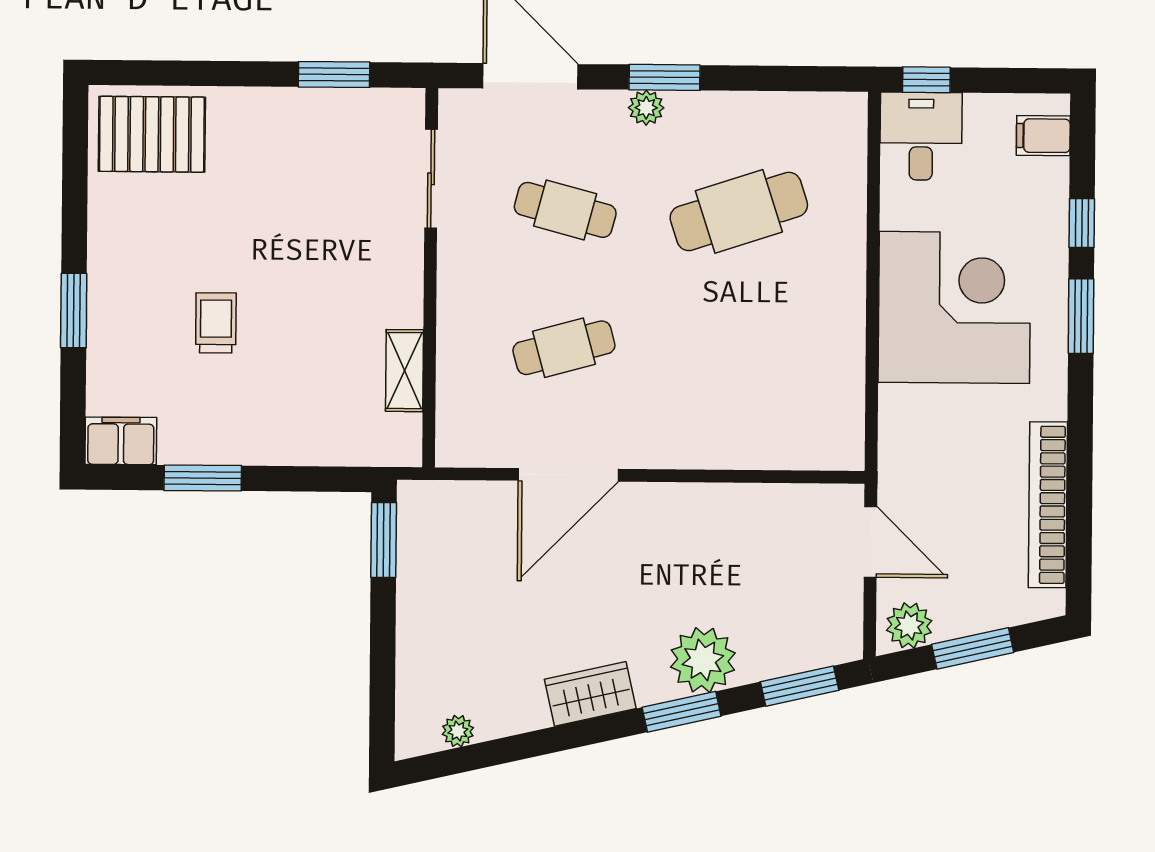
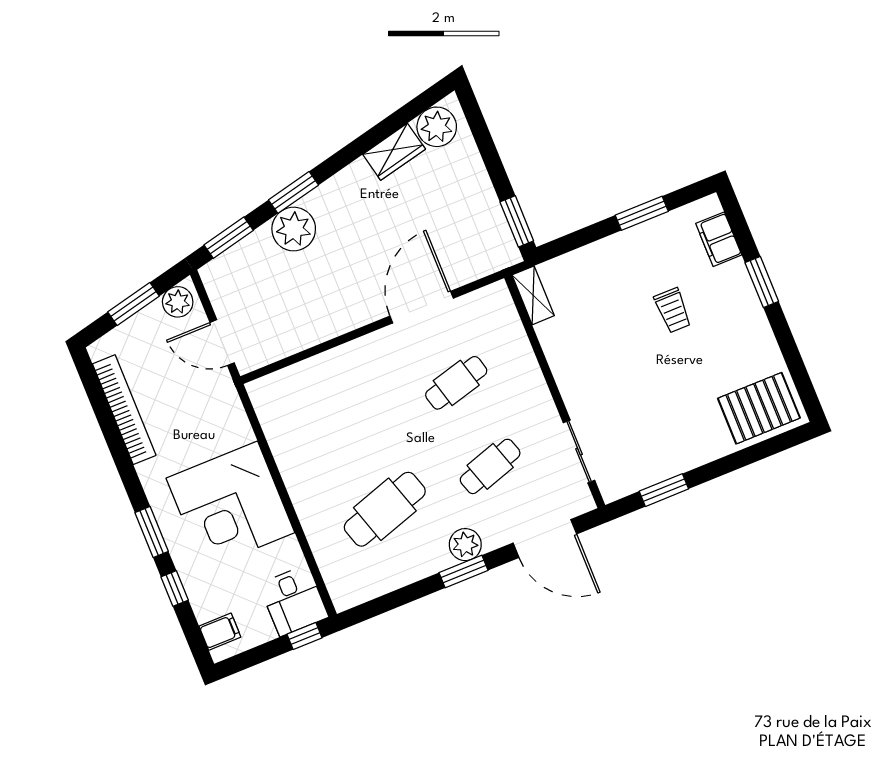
plant: (646, 108) -> (465, 545), width x1.38, depth x1.38
cafe table: (565, 210) -> (490, 466), turned -33
shelving: (405, 371) -> (533, 295), moved
filing cabinet: (121, 441) -> (719, 239), moved, turned 90
wardrobe: (590, 694) -> (394, 152), moved
plant: (458, 731) -> (437, 127), width x1.87, depth x1.87

